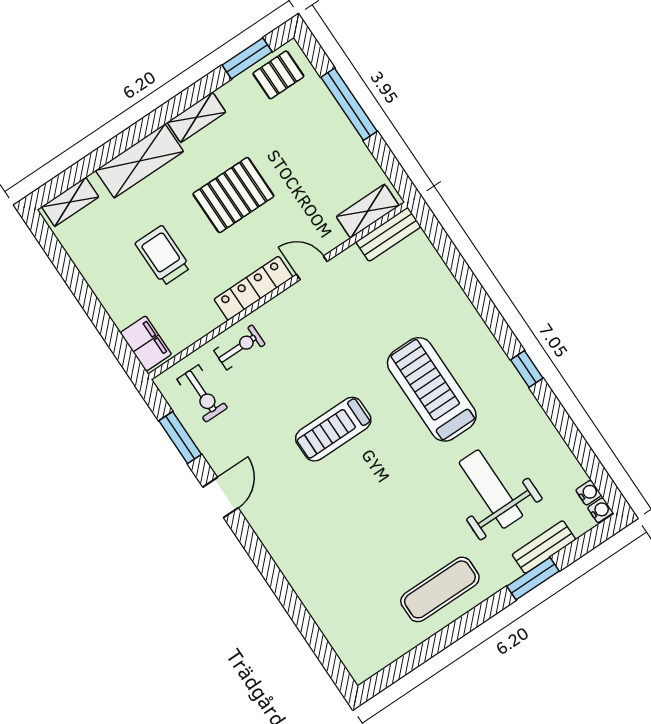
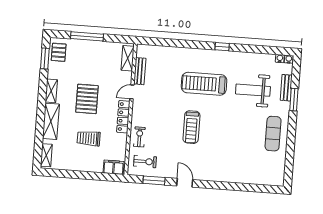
bench: (388, 234) -> (140, 71), moved

